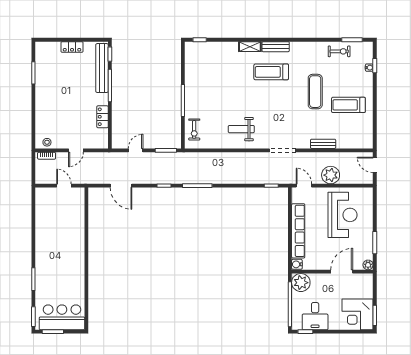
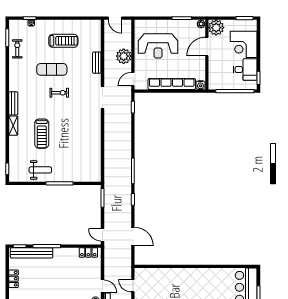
treadmill: (271, 72) -> (42, 134), moved
treadmill: (348, 105) -> (63, 41), turned -90
locker: (103, 117) -> (88, 252), moved
exercise bike: (194, 129) -> (59, 93), moved
weight bench: (241, 129) -> (40, 170), moved, turned -90
door: (76, 150) -> (102, 286), moved
door: (136, 150) -> (102, 235), moved
door: (375, 165) -> (115, 18), hinge flipped
door: (64, 186) -> (133, 286), hinge flipped
door: (121, 186) -> (133, 236), hinge flipped
reception desk: (343, 215) -> (158, 46), turned 180
door: (342, 272) -> (207, 47), hinge flipped
plant: (301, 283) -> (216, 28), moved
corner desk: (358, 314) -> (244, 44), moved, turned 90

